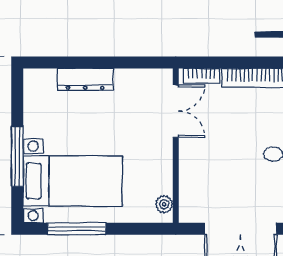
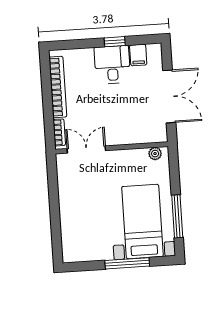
dresser: (85, 79) -> (68, 217), removed

